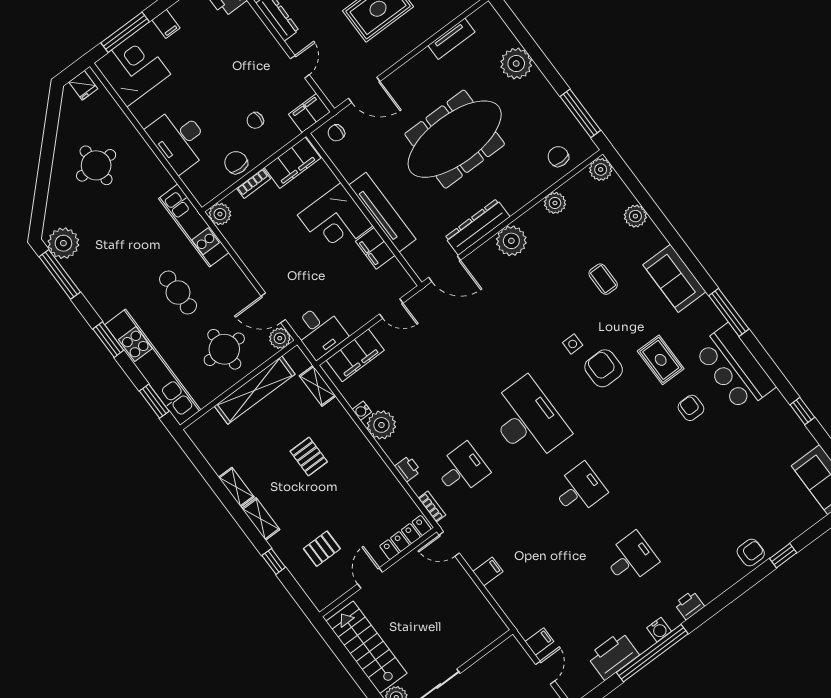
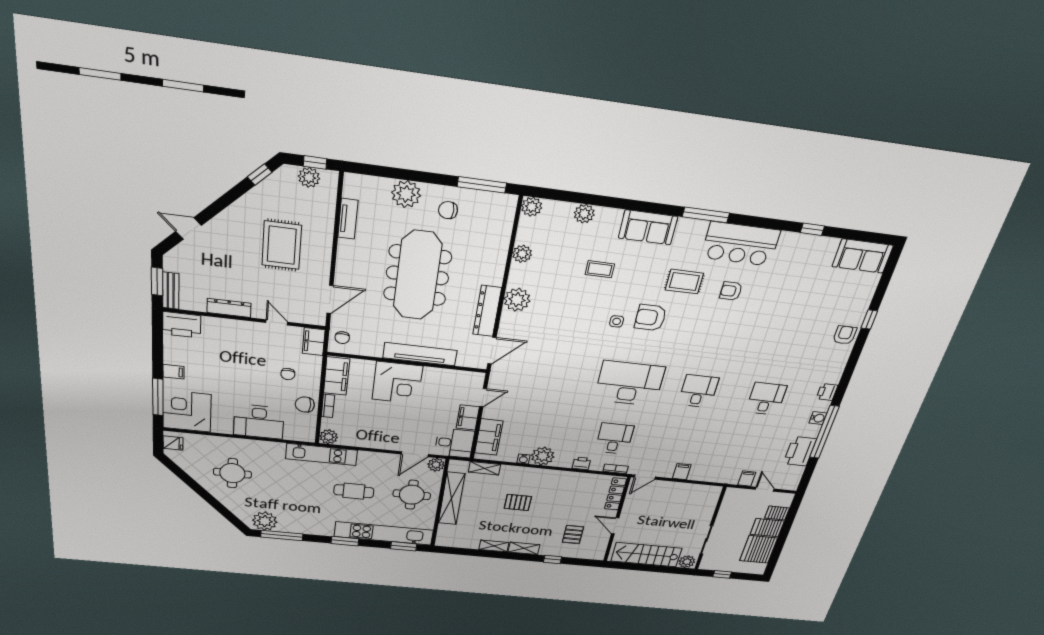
chair: (558, 157) -> (448, 210), moved
filing cabinet: (375, 248) -> (468, 417), moved, turned 90

